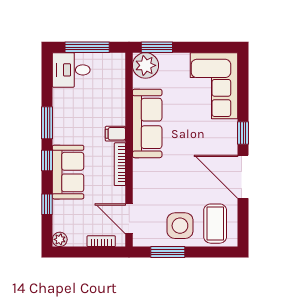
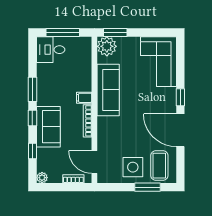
window: (168, 252) -> (148, 187), moved

